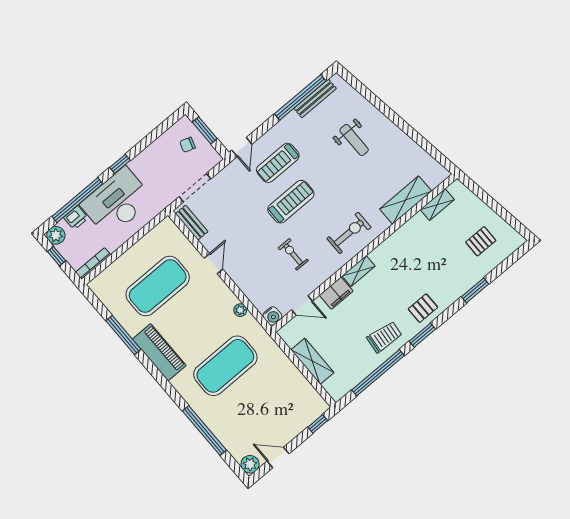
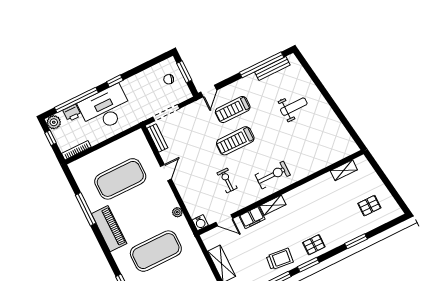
weight bench: (354, 140) -> (294, 107), turned -90
shelving: (406, 200) -> (321, 161), removed
treadmill: (291, 202) -> (235, 141), turned 180

